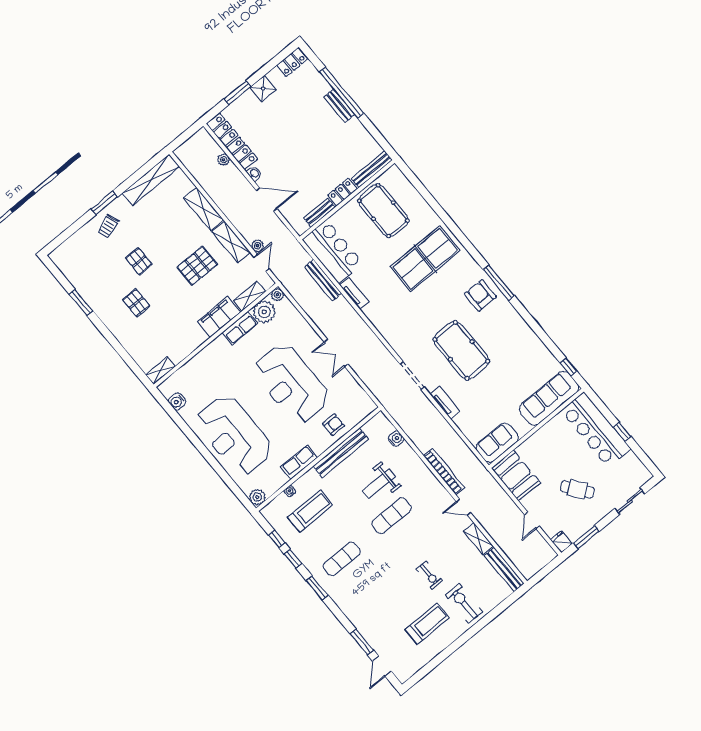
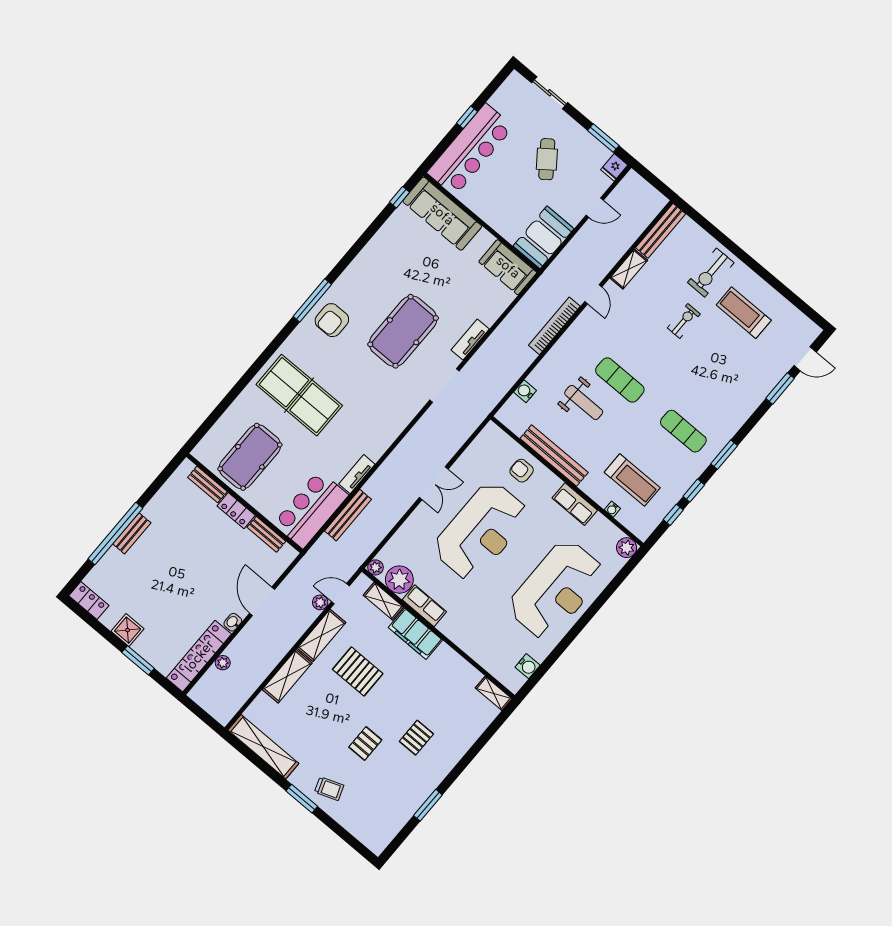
bench: (372, 169) -> (207, 484), width x0.73
treadmill: (310, 511) -> (632, 480), turned 180

